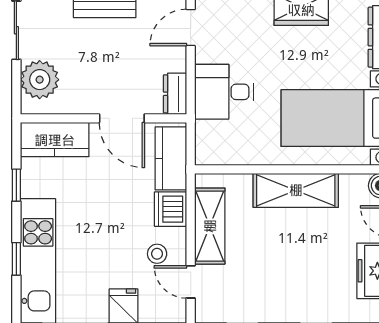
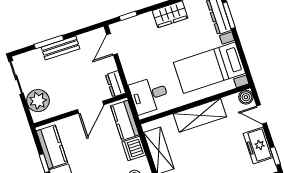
desk: (224, 92) -> (149, 95), moved
door: (122, 118) -> (91, 107), hinge flipped
kitchen counter: (55, 140) -> (52, 147), moved, turned -90

